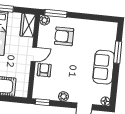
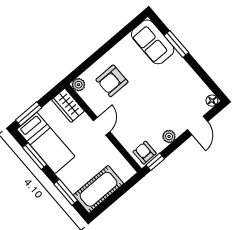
window: (56, 13) -> (82, 68), removed
sofa: (104, 67) -> (153, 42), moved
armchair: (44, 70) -> (145, 153), moved

